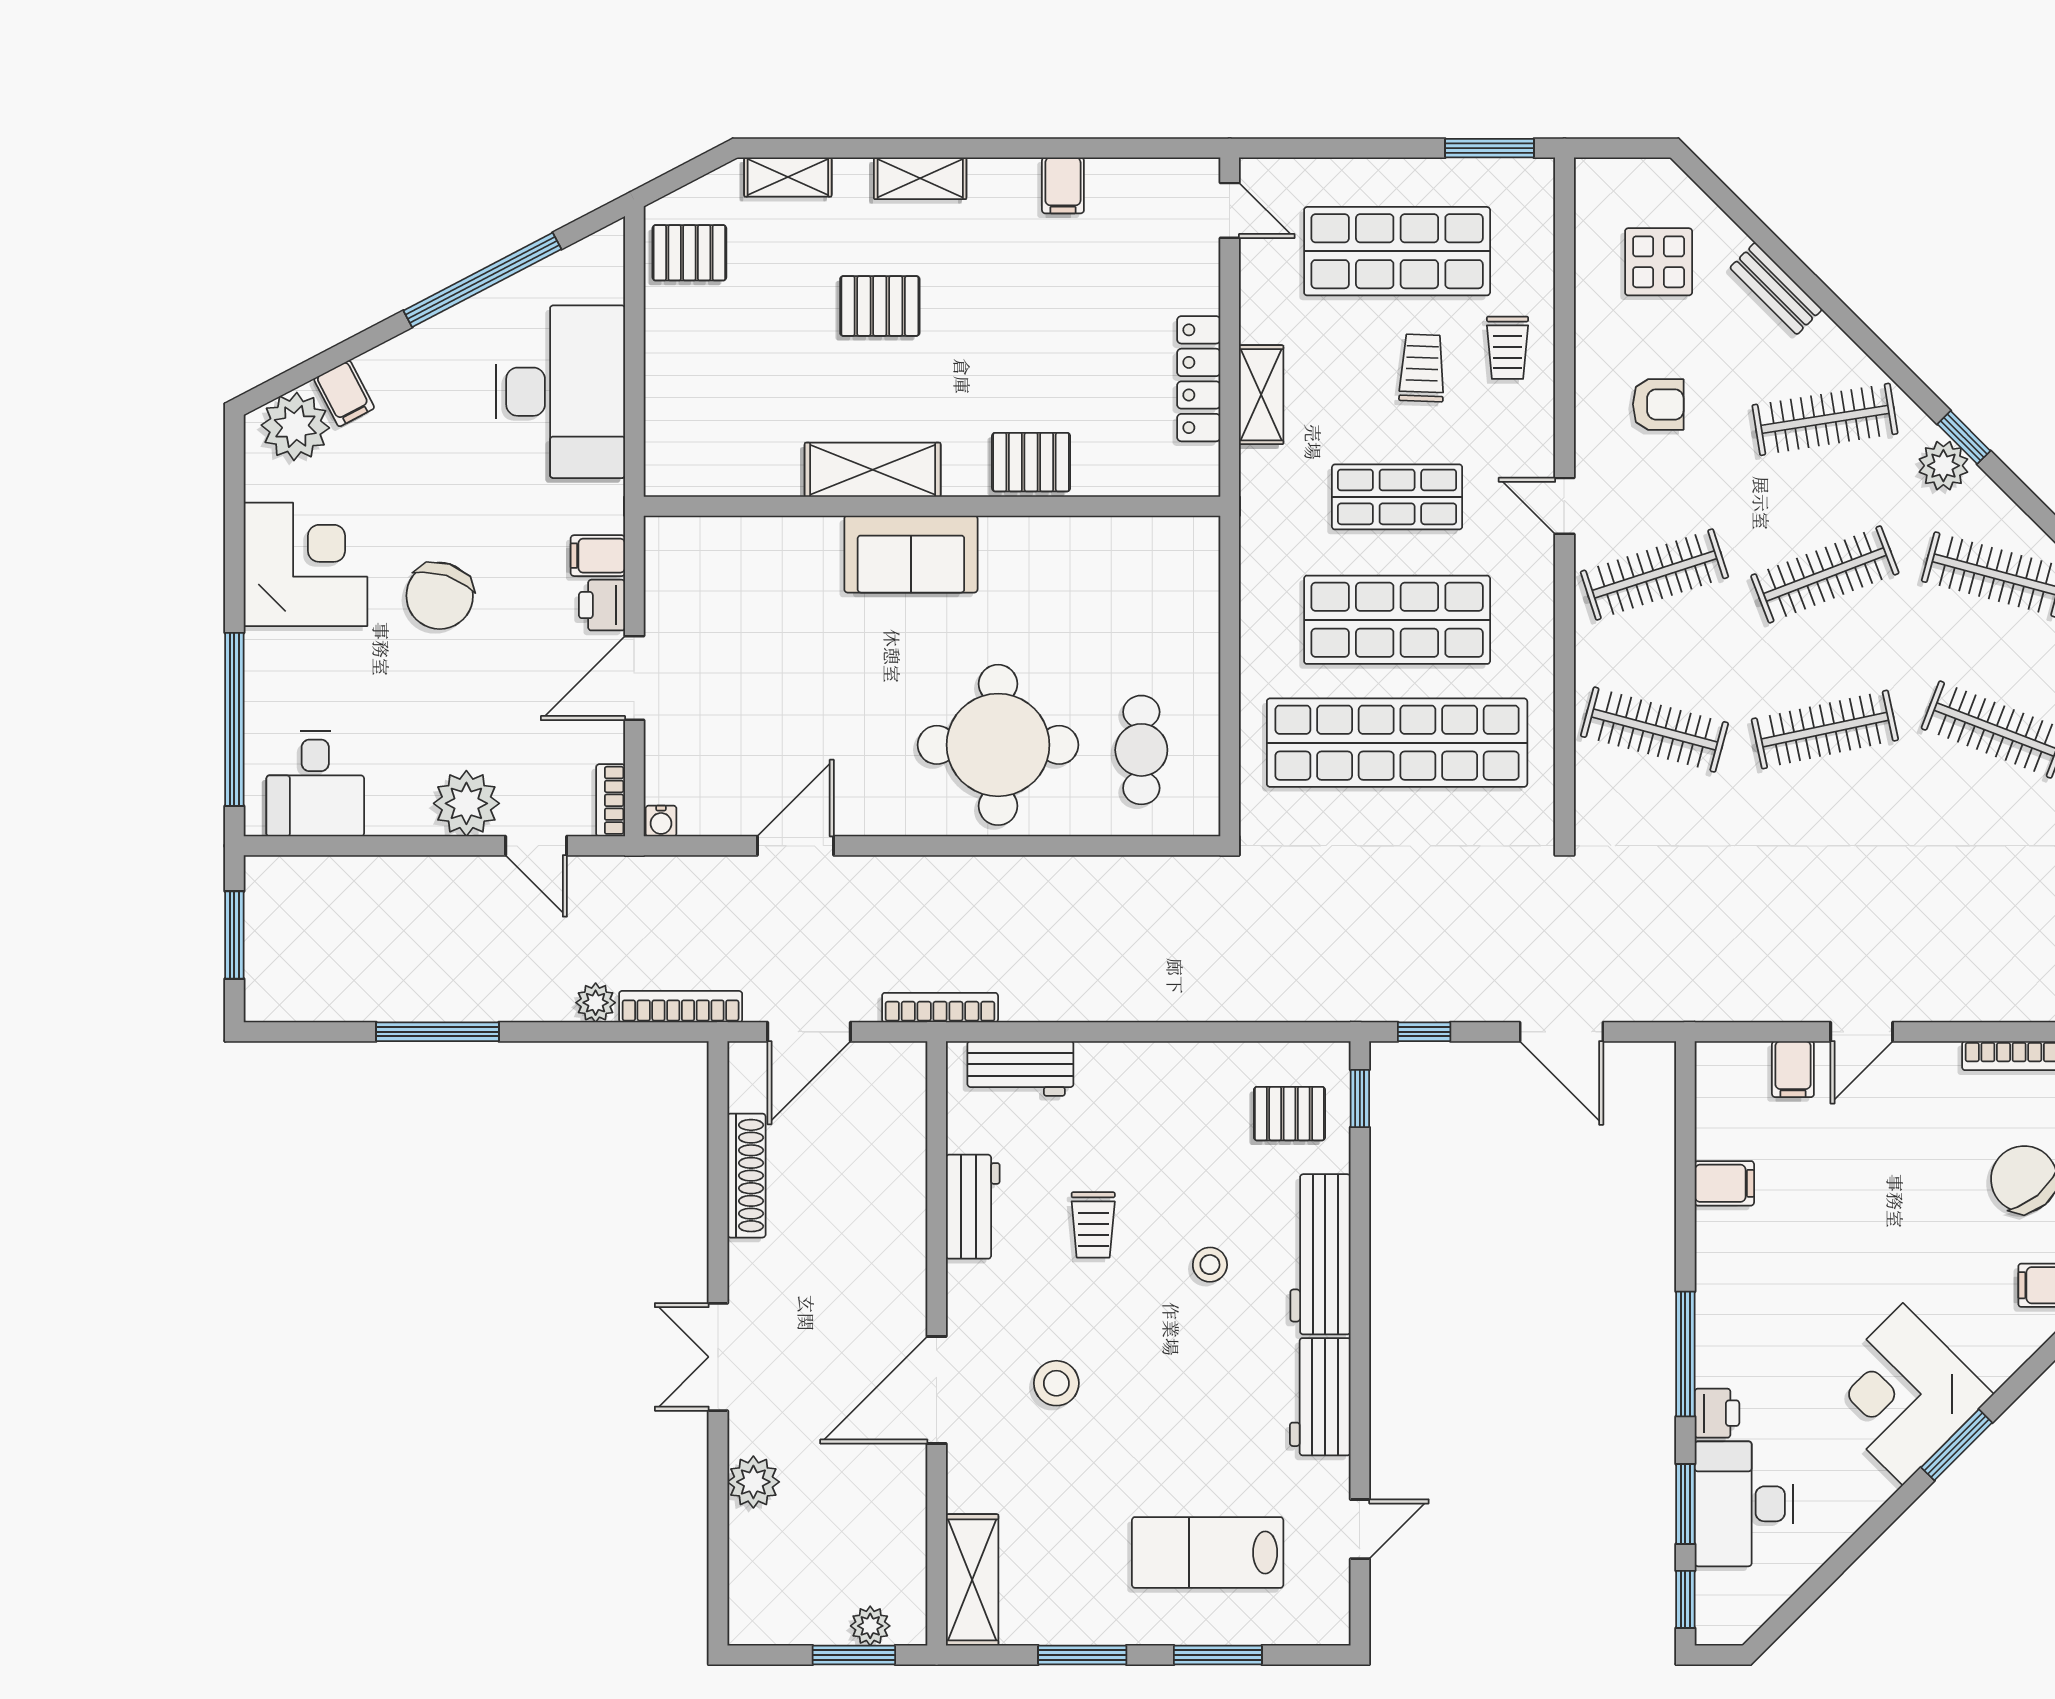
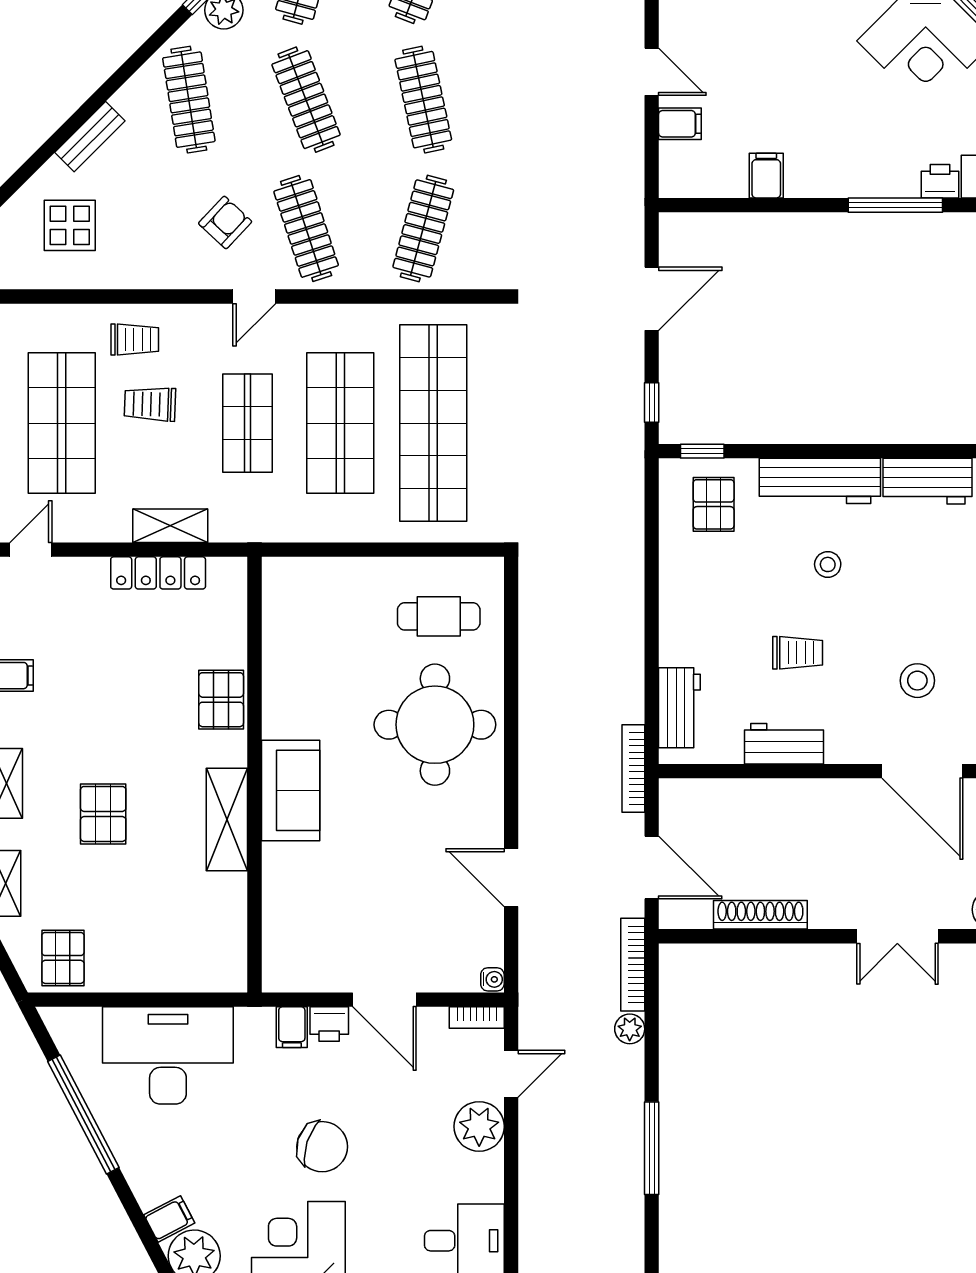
armchair: (1658, 404) -> (225, 222), moved, turned 43

